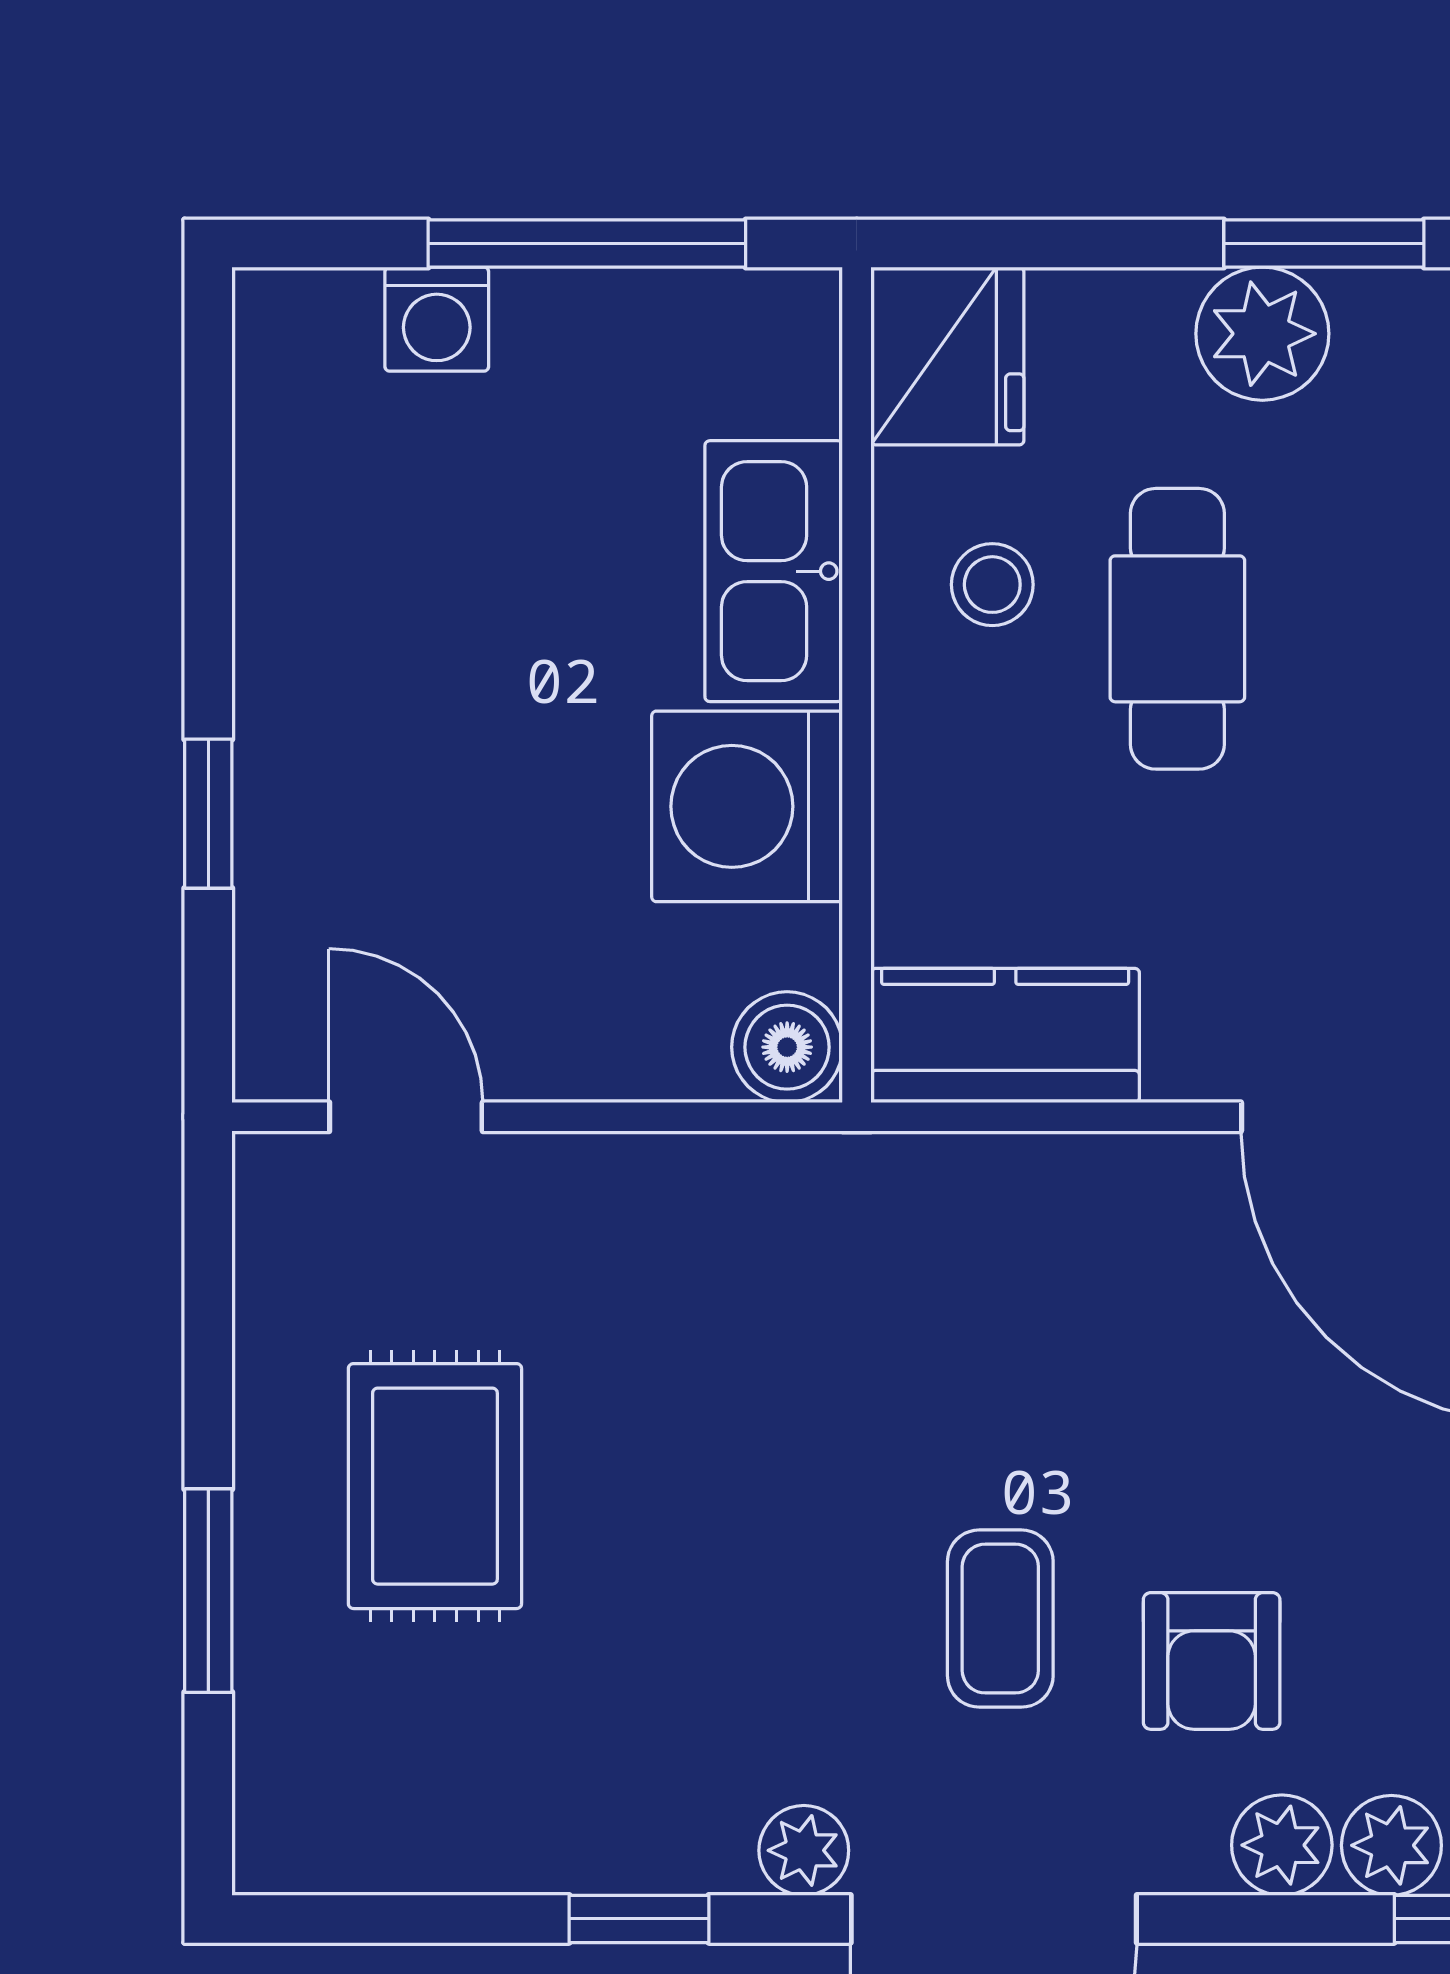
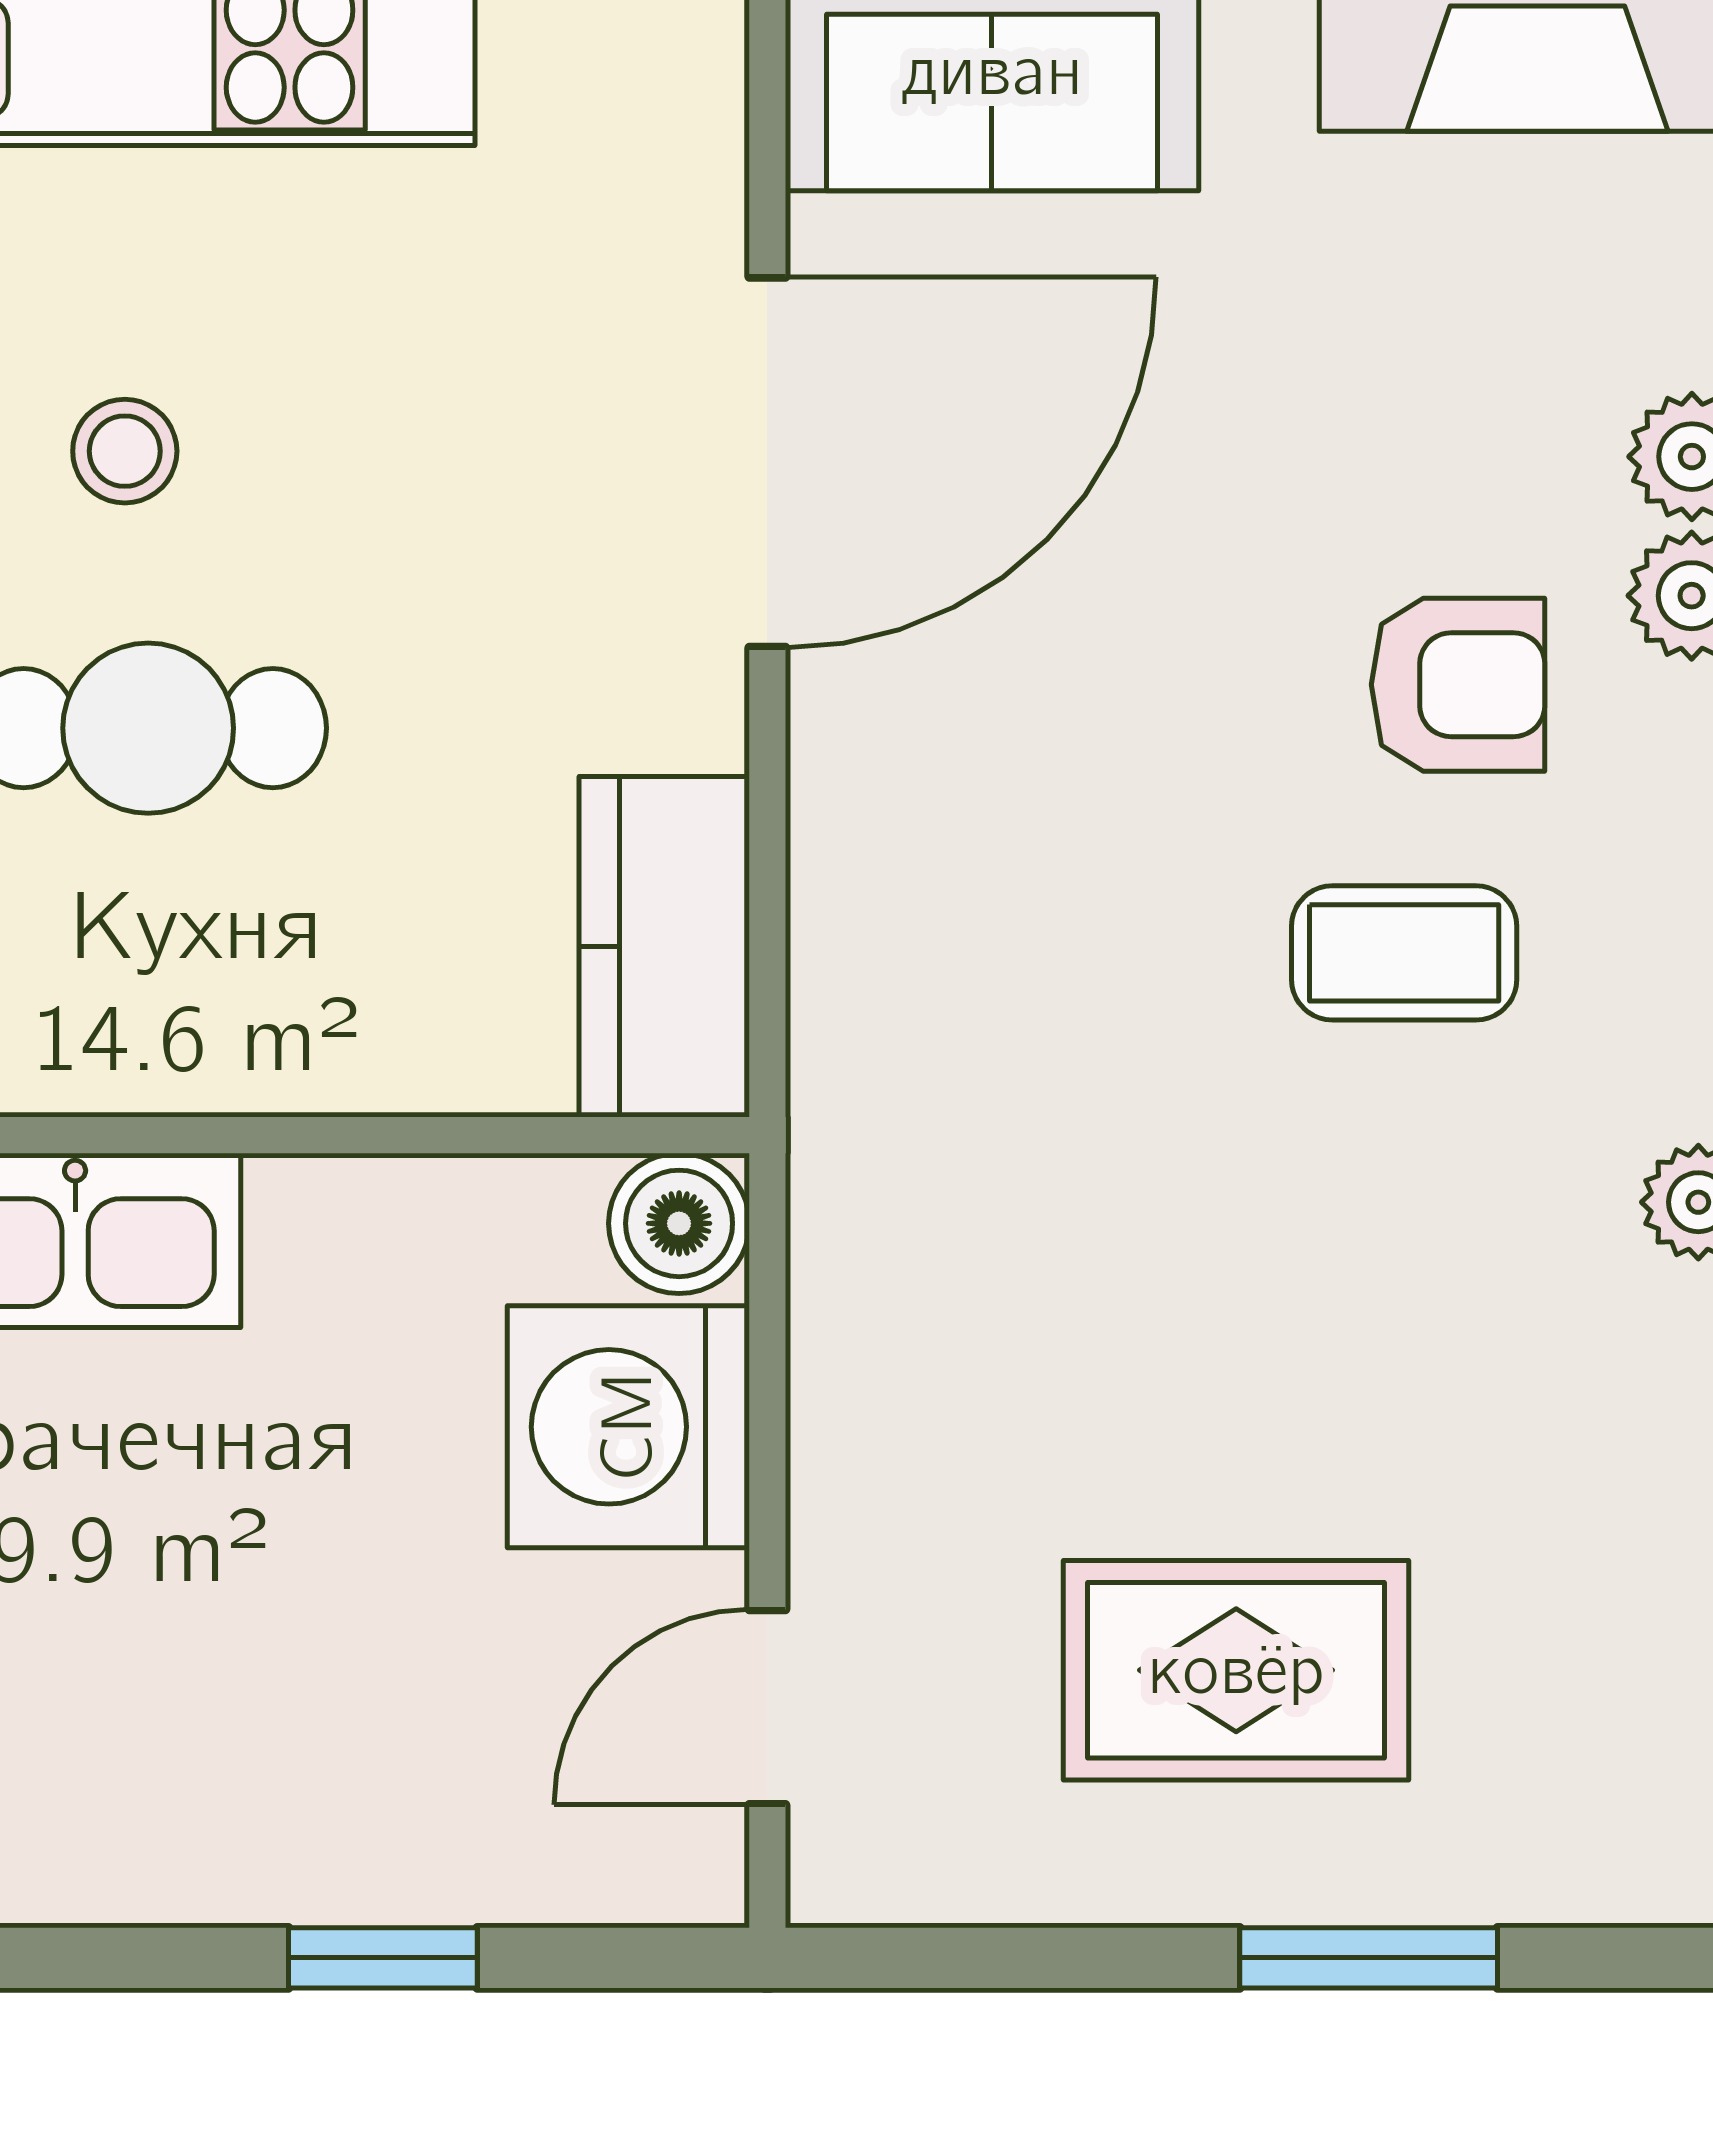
stool: (992, 585) -> (125, 451), moved
washing machine: (747, 806) -> (628, 1427), moved, turned 90

